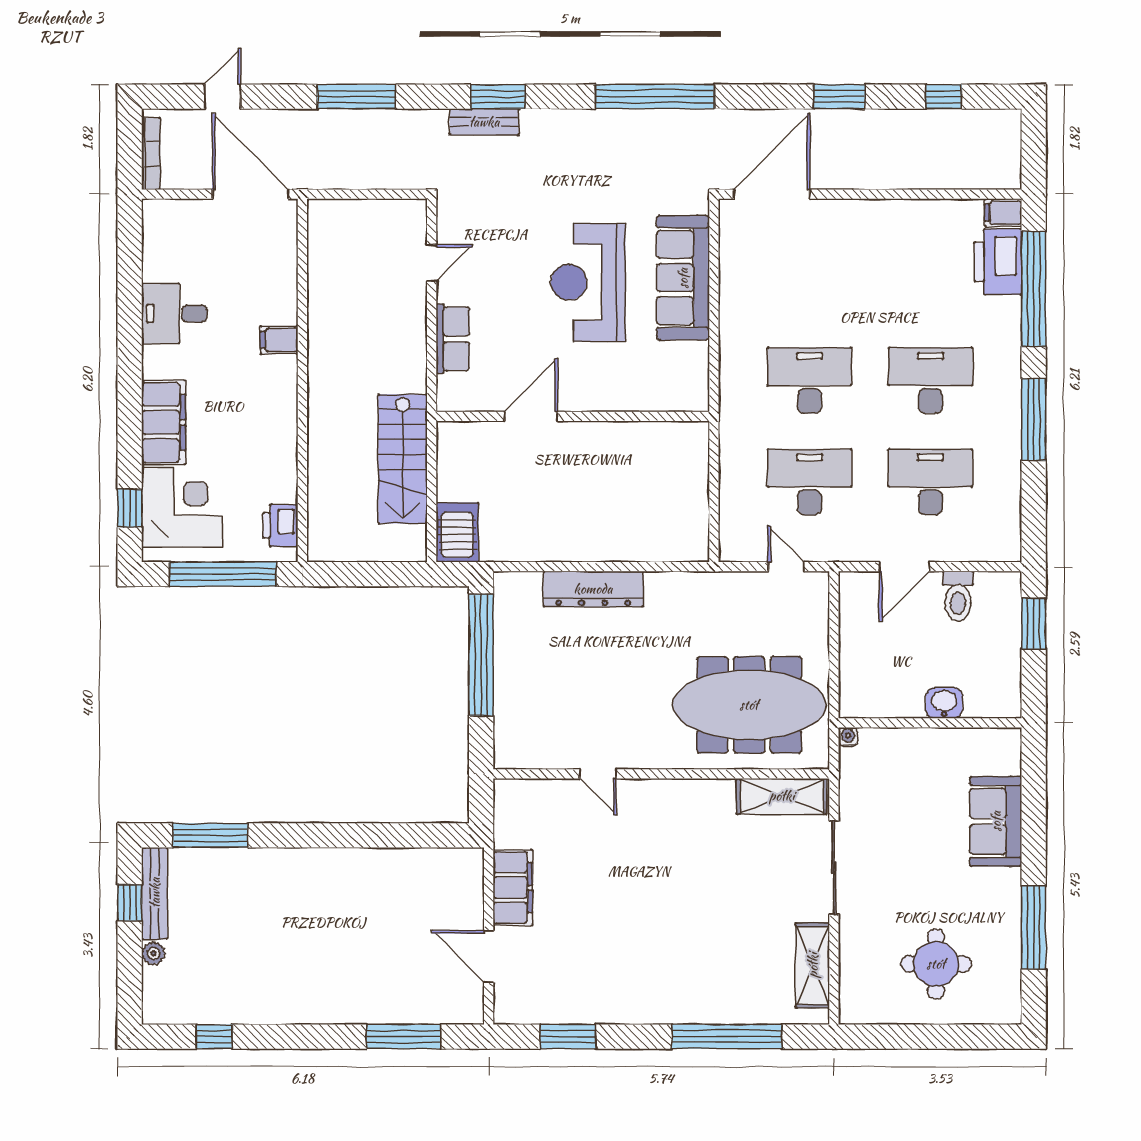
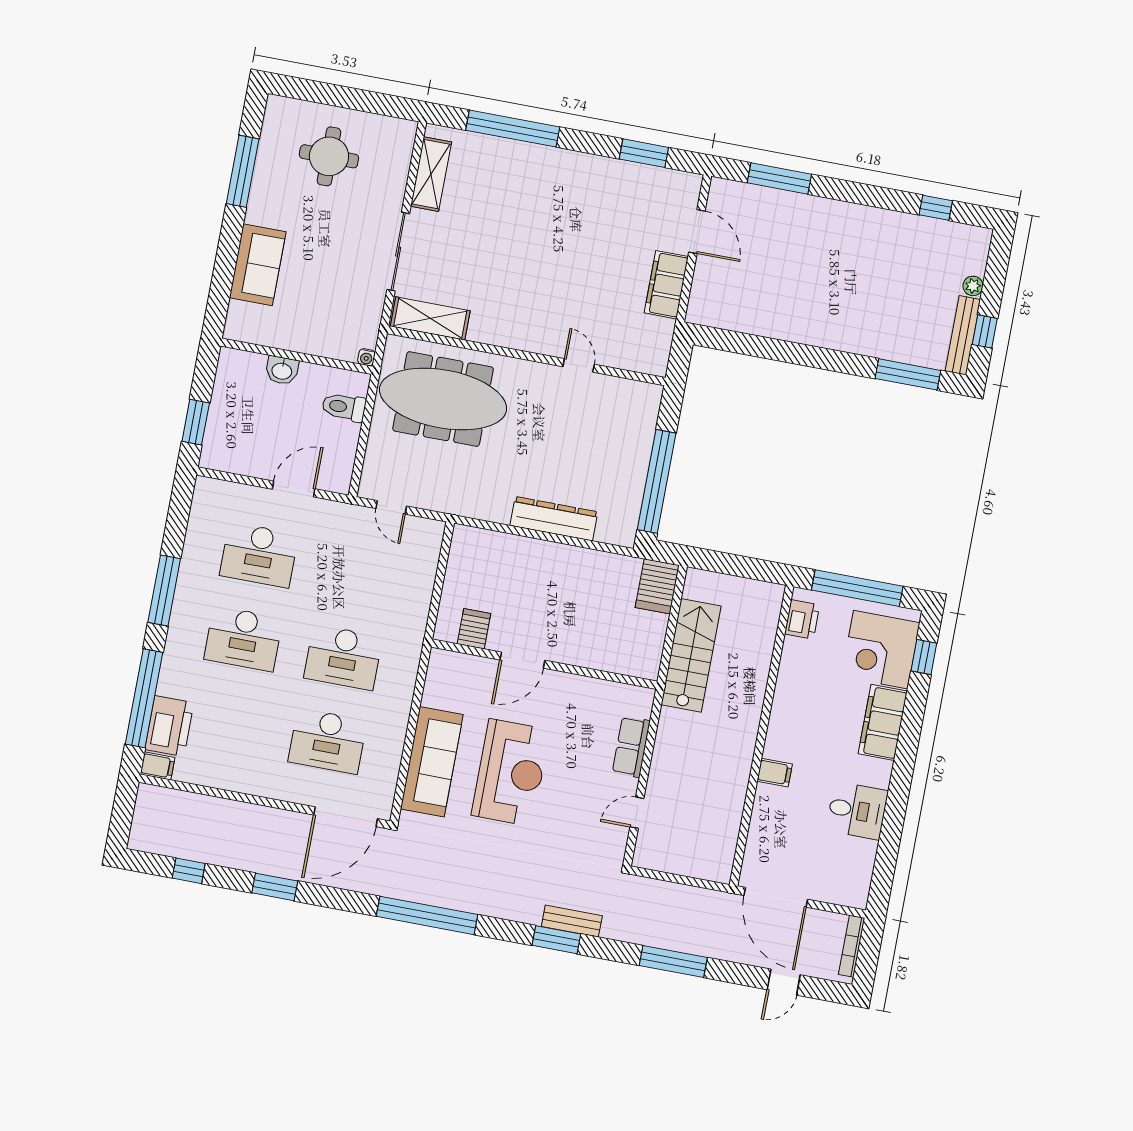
door: (531, 416) -> (522, 660), moved
server rack: (663, 443) -> (474, 629), added
desk: (810, 482) -> (327, 741), moved
toilet: (958, 596) -> (344, 407), moved, turned -90

